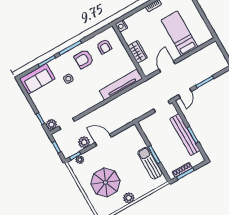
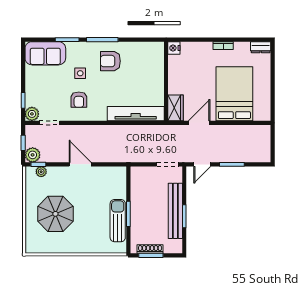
bed: (179, 34) -> (234, 94), width x1.50
armchair: (104, 47) -> (79, 100), moved
wardrobe: (138, 52) -> (176, 108), moved
plant: (84, 142) -> (33, 155), moved
plant: (129, 198) -> (72, 246), removed

